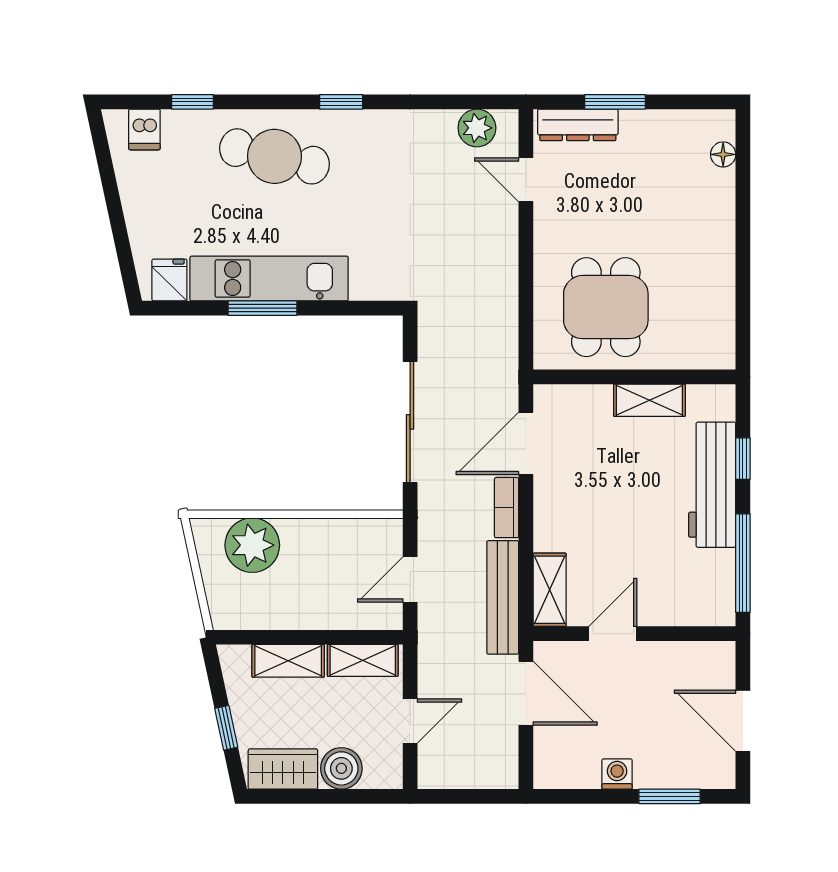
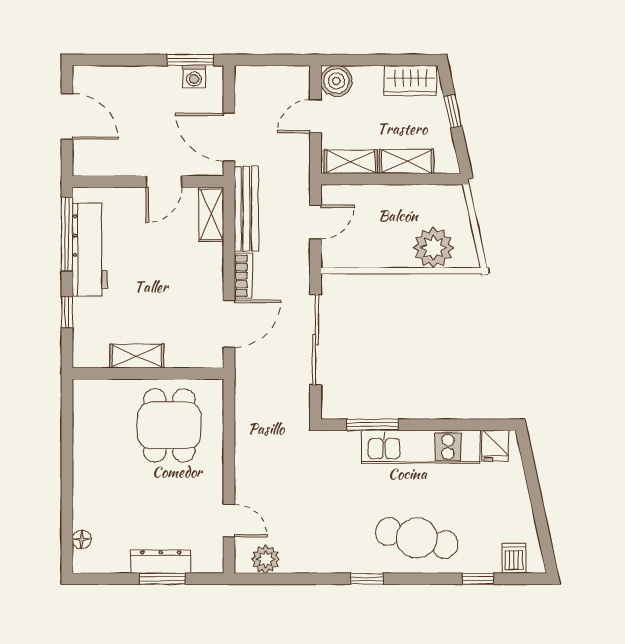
dresser: (578, 125) -> (161, 562), moved
window: (262, 308) -> (373, 425), moved
workbench: (712, 485) -> (90, 250), moved
boiler: (341, 768) -> (336, 81), moved
washing machine: (617, 774) -> (194, 77), moved
window: (670, 796) -> (190, 60), moved

